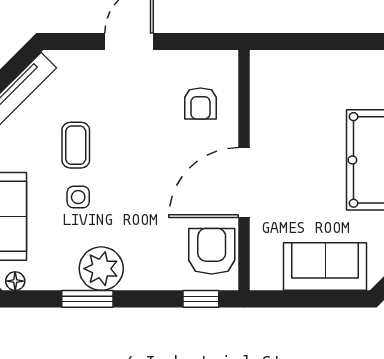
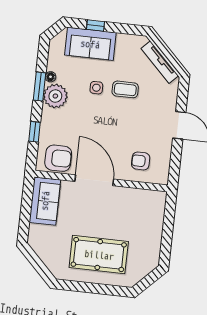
sofa: (325, 267) -> (45, 201), moved
floor lamp: (15, 281) -> (51, 77), moved
window: (201, 299) -> (34, 132), moved

